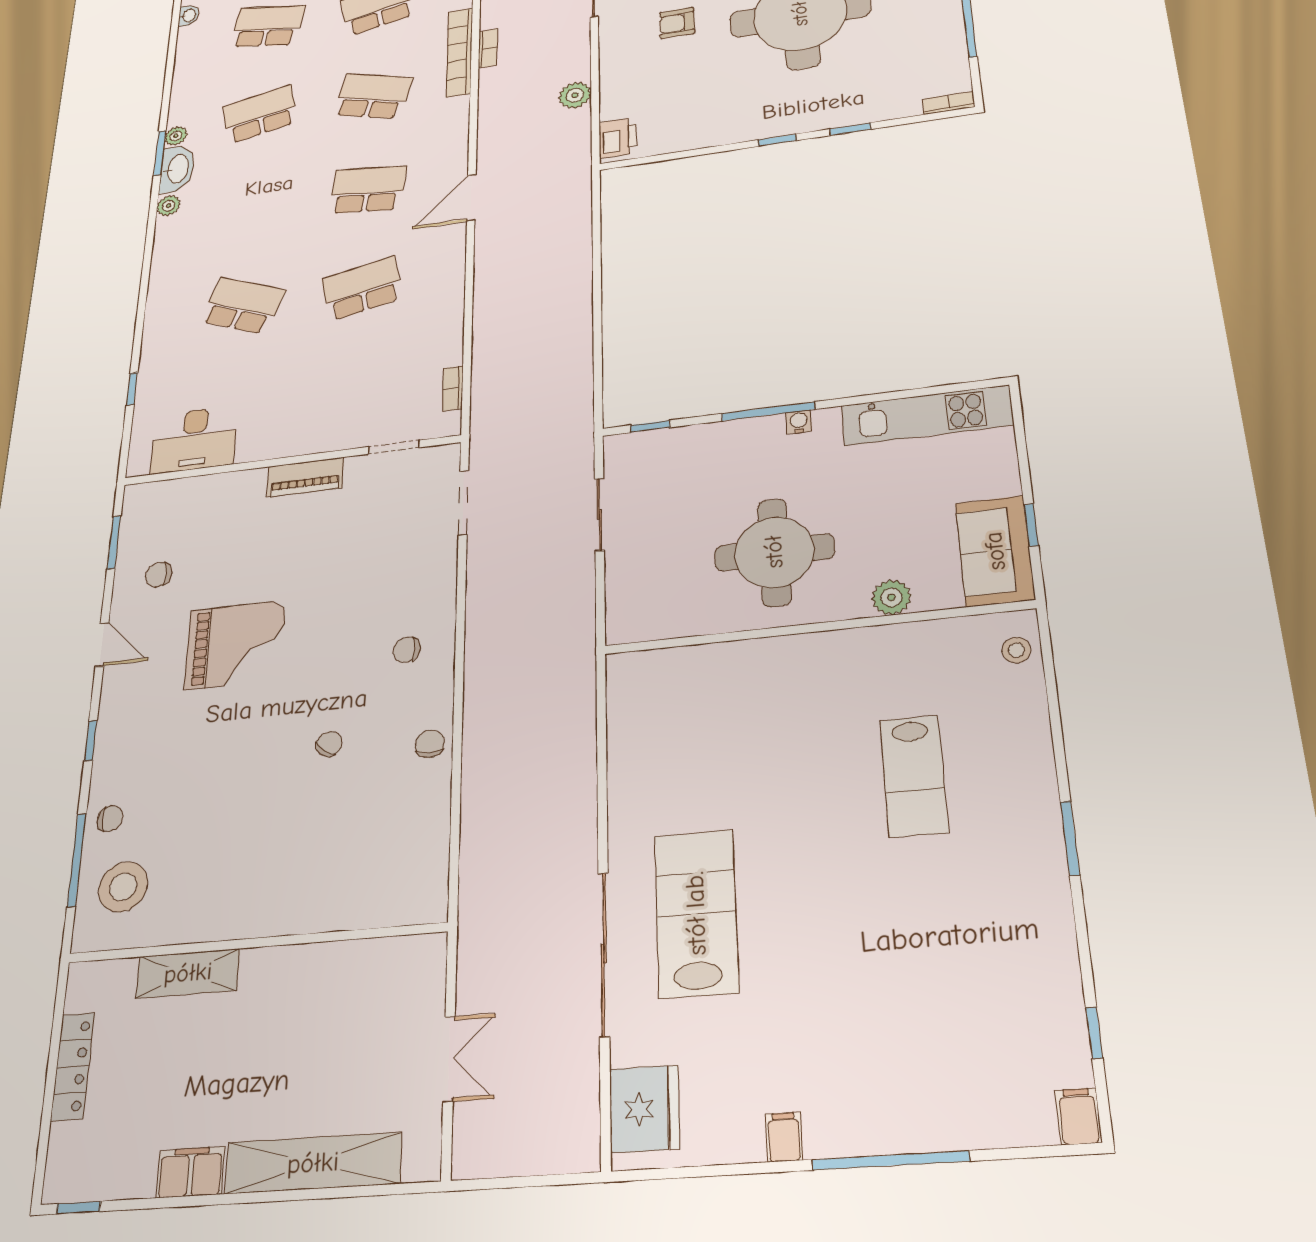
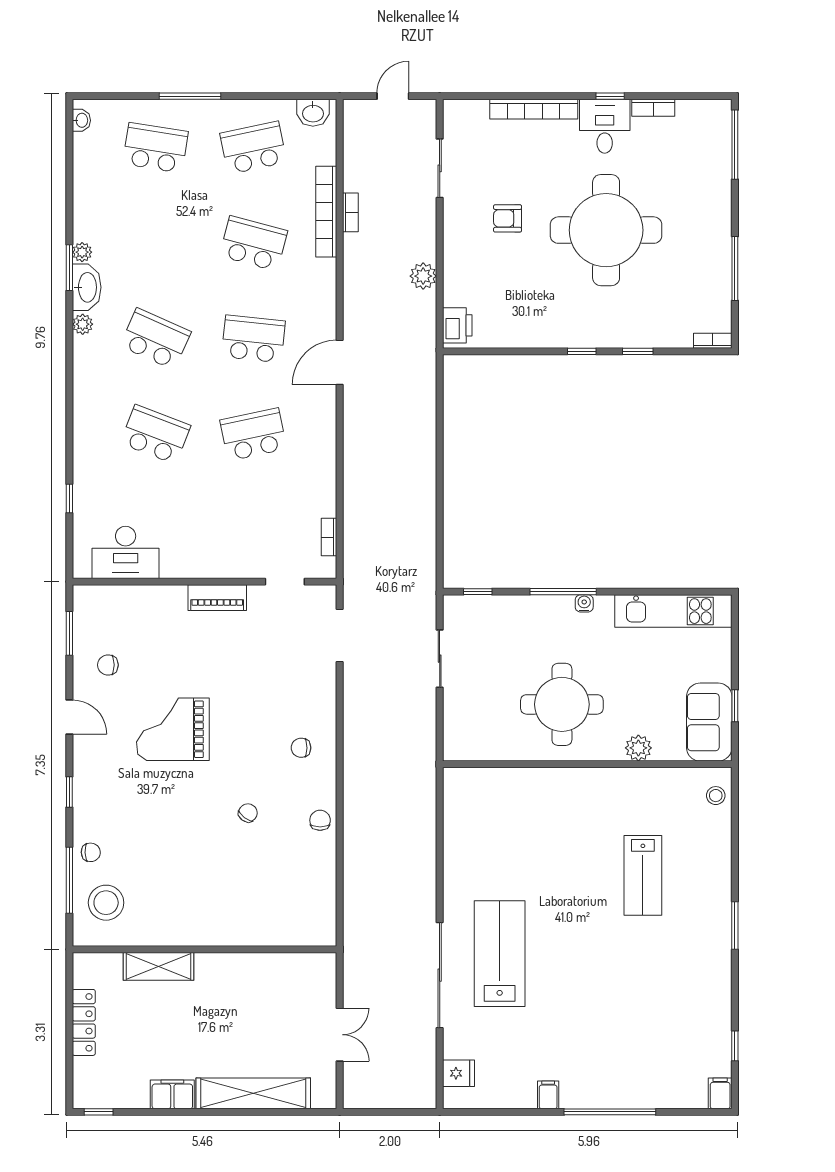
school desk: (260, 114) -> (155, 339), moved, turned 36
grand piano: (235, 645) -> (173, 729), turned 180
fridge: (644, 1109) -> (459, 1073), width x0.53, depth x0.75

